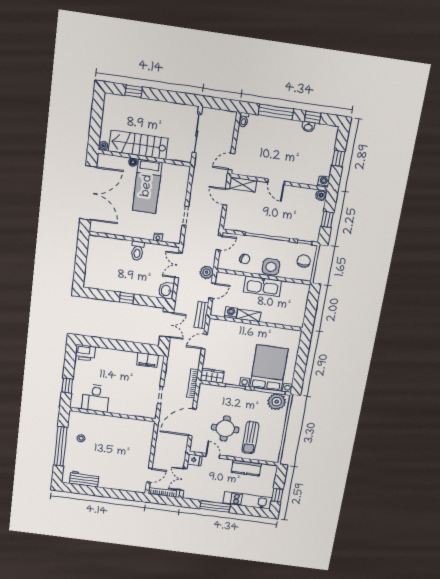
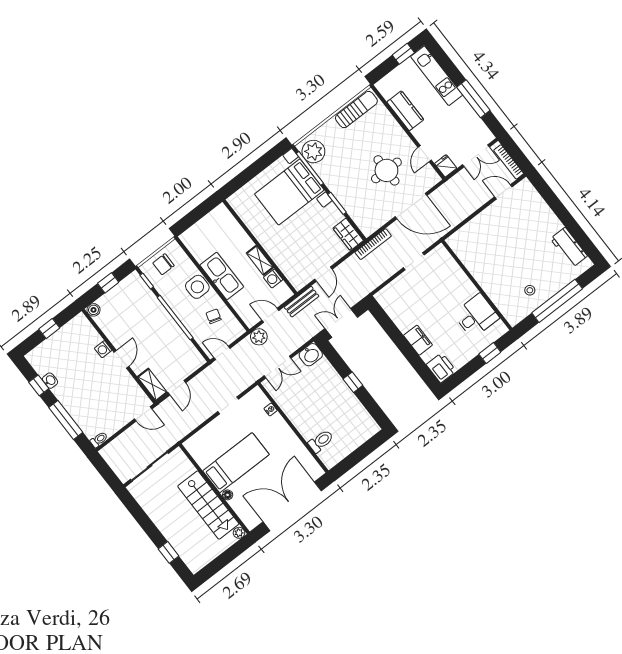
washing machine: (324, 182) -> (103, 349), moved
toilet: (137, 251) -> (321, 441), moved
door: (204, 342) -> (323, 274), hinge flipped
filing cabinet: (148, 360) -> (418, 340), moved
sun lounger: (250, 438) -> (356, 110), moved

